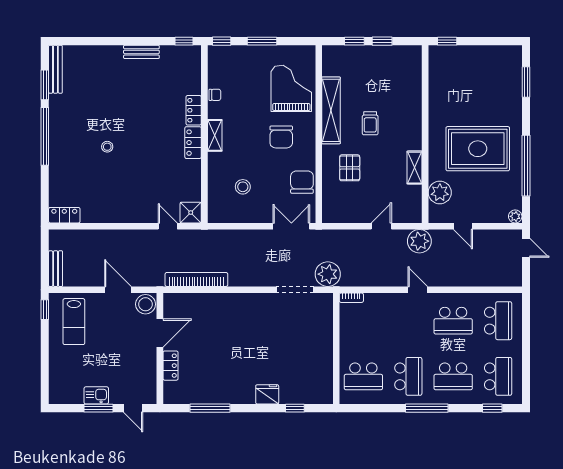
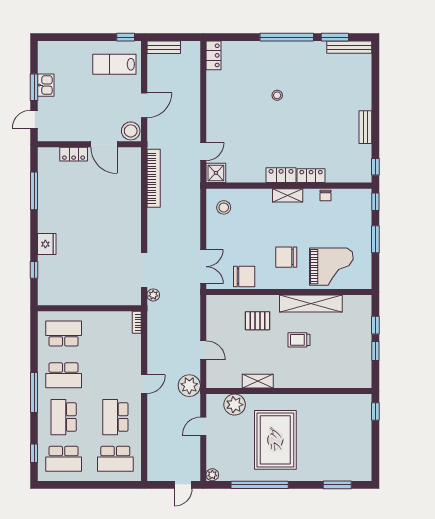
stool: (243, 187) -> (224, 207), moved
plant: (328, 274) -> (153, 295), width x0.53, depth x0.53
school desk: (363, 376) -> (64, 334), turned 90

